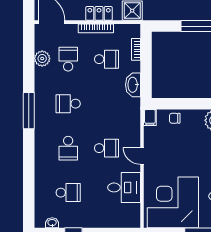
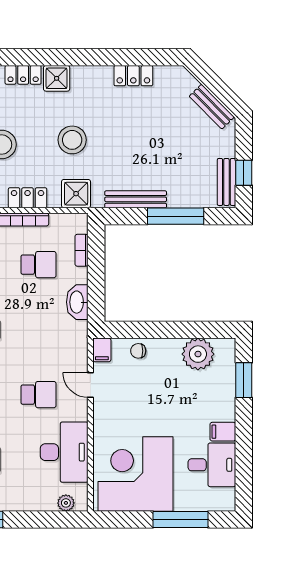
bench: (173, 15) -> (136, 199), added
door: (142, 156) -> (90, 385), moved
desk: (124, 187) -> (64, 452), width x1.37
plant: (125, 222) -> (66, 503), added

